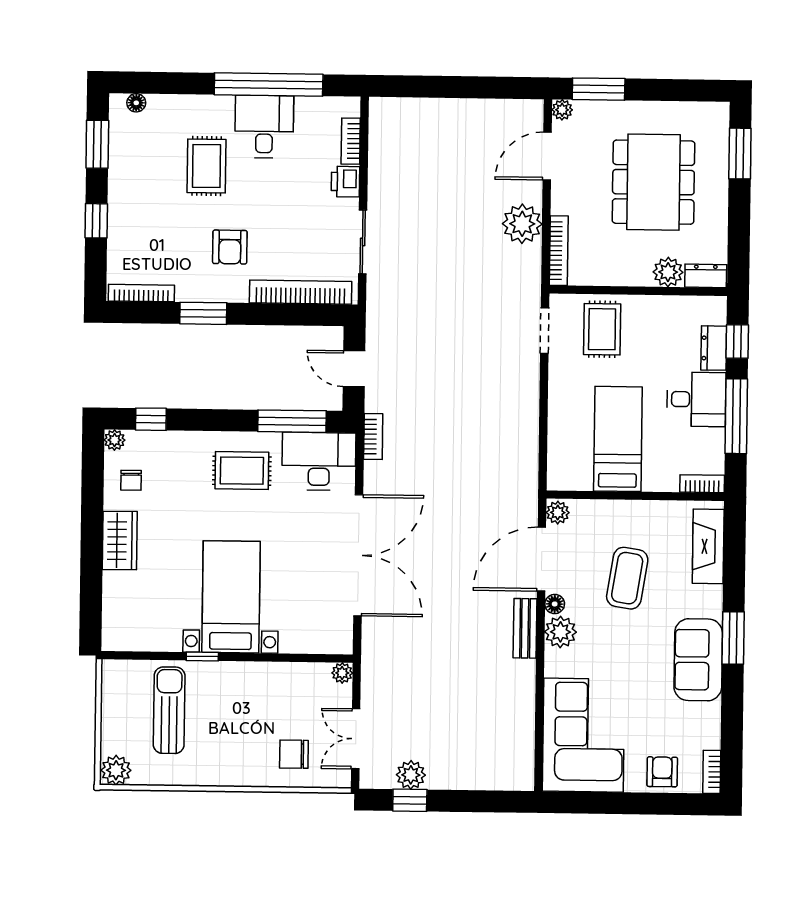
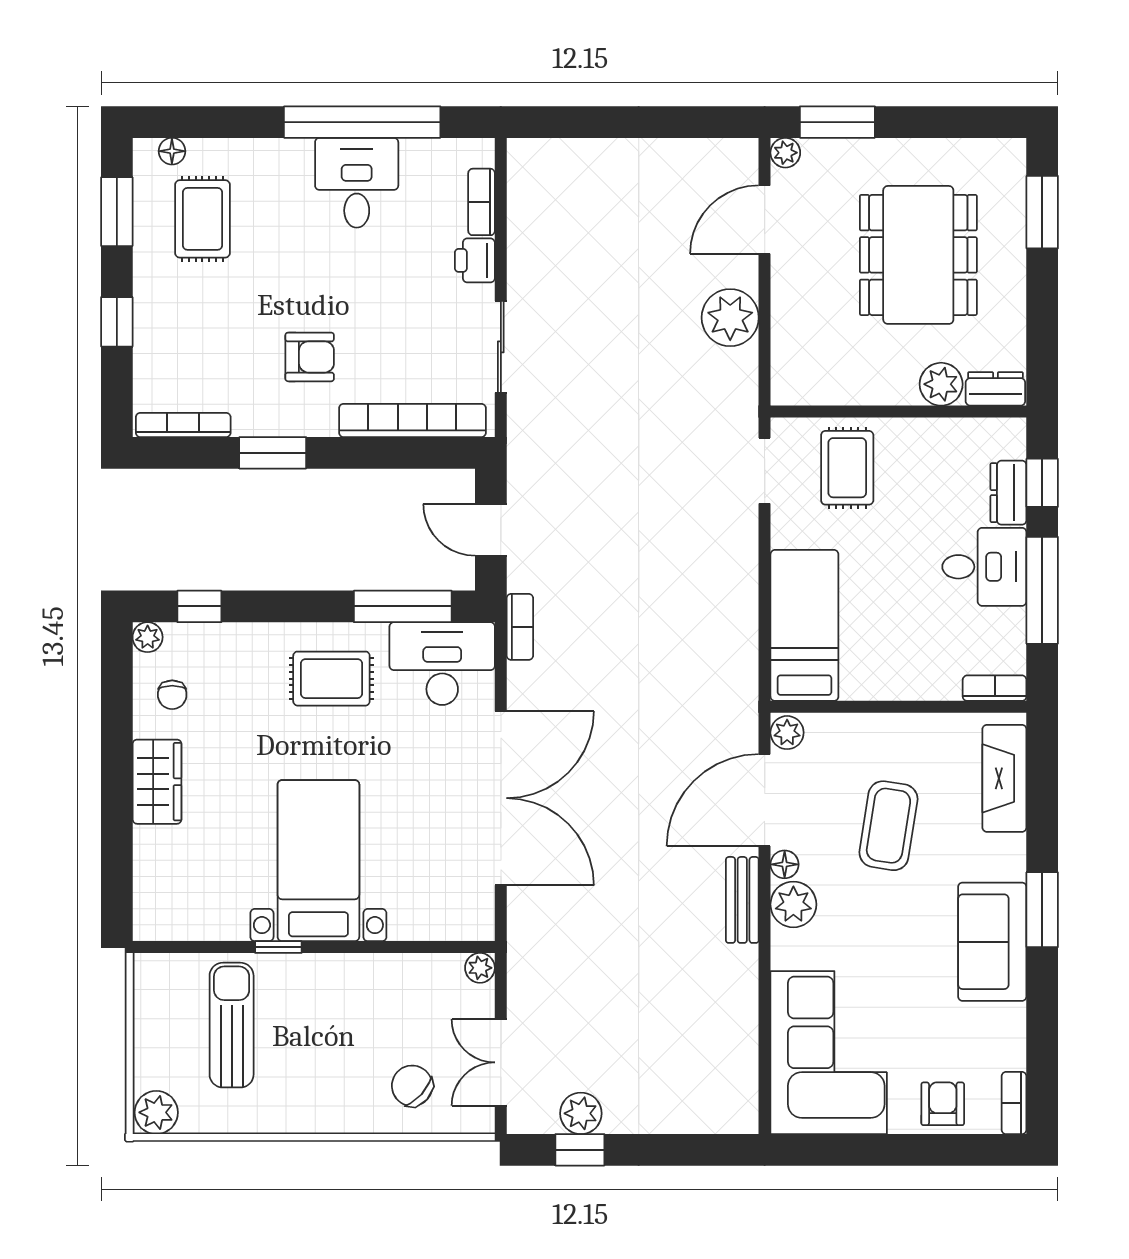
rug: (206, 166) -> (202, 219), moved
armchair: (230, 247) -> (310, 357), turned -90
bookcase: (559, 251) -> (783, 355), removed
bed: (618, 439) -> (804, 625), moved
chair: (294, 754) -> (412, 1086), turned 42

